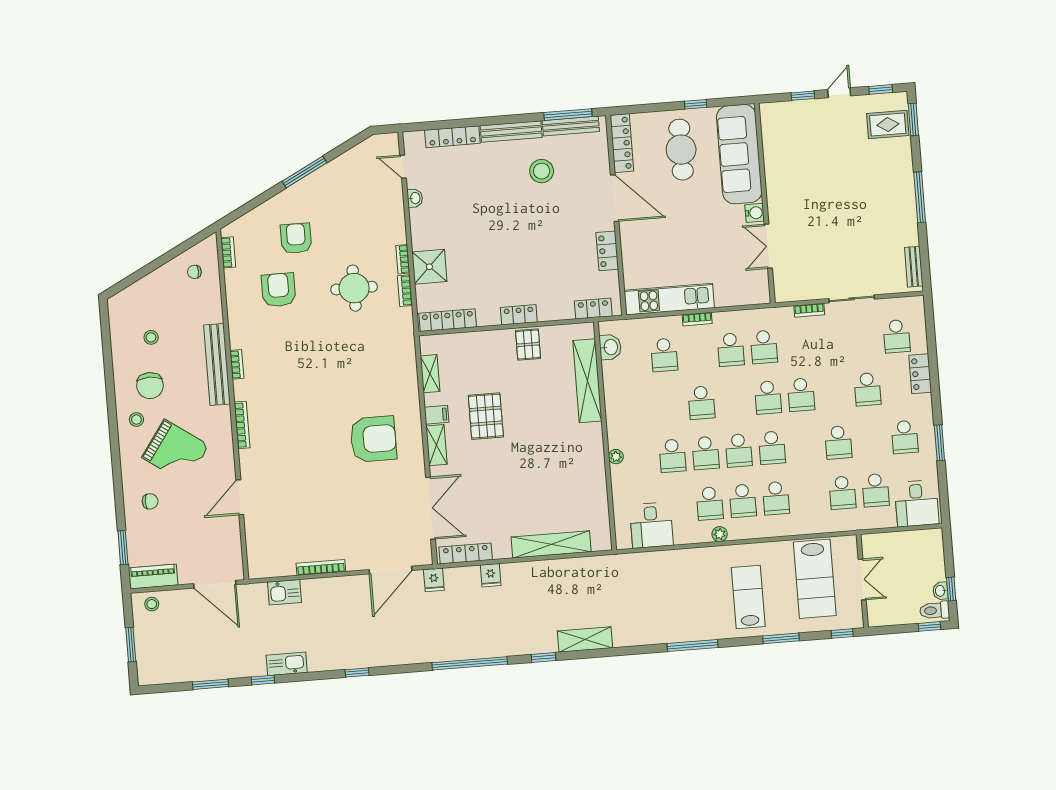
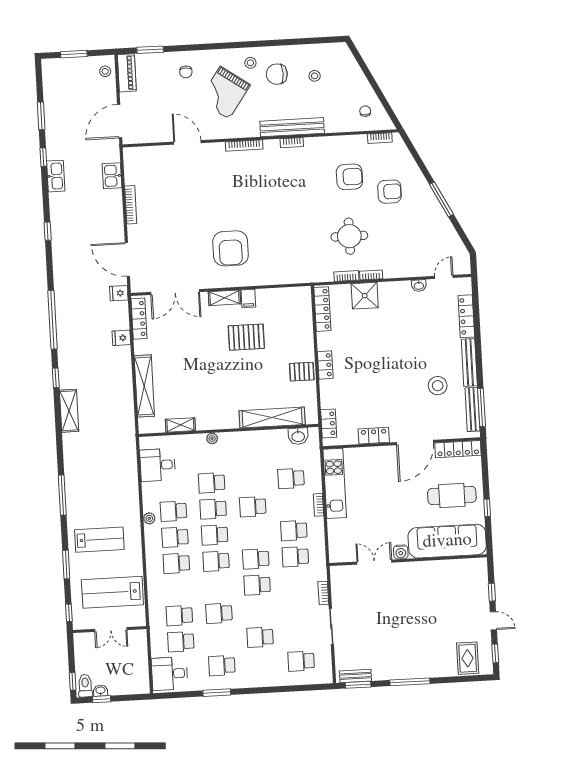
window: (913, 119) -> (358, 685), moved
shelving: (430, 374) -> (180, 425), moved
locker: (920, 374) -> (271, 679), removed

